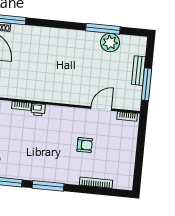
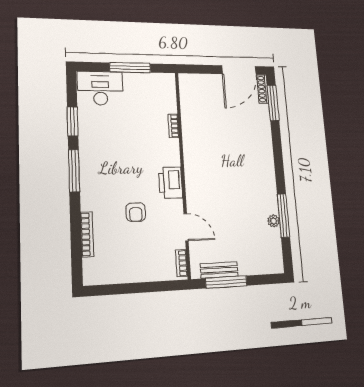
plant: (110, 43) -> (274, 221), width x0.53, depth x0.53
bench: (138, 71) -> (219, 270), moved
printer: (38, 110) -> (171, 183), moved, width x1.87, depth x1.48

